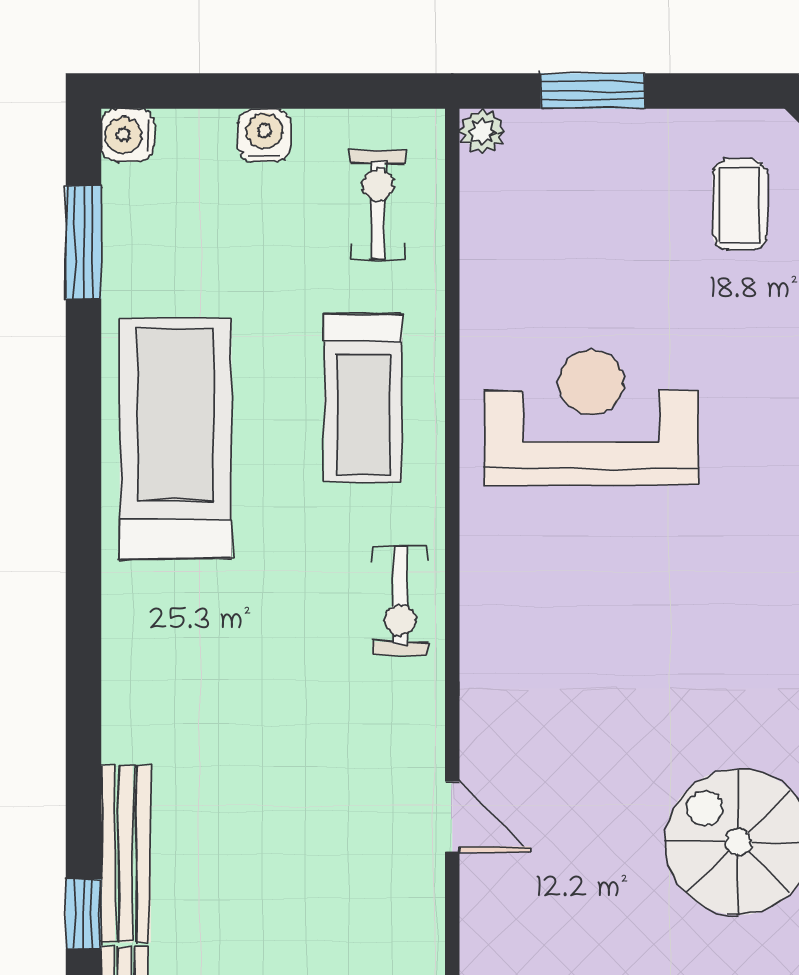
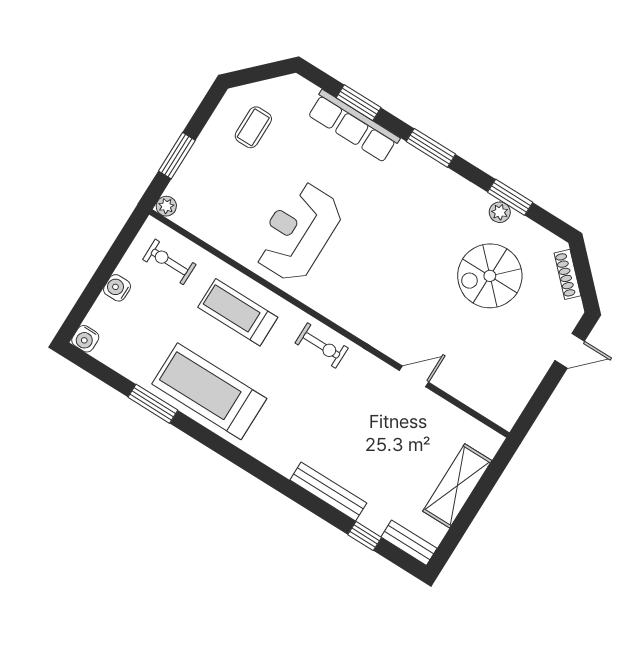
coffee table: (740, 205) -> (253, 127), turned 90
window: (83, 242) -> (153, 404), moved
treadmill: (363, 398) -> (238, 312), turned 180
bench: (126, 854) -> (328, 491), moved

